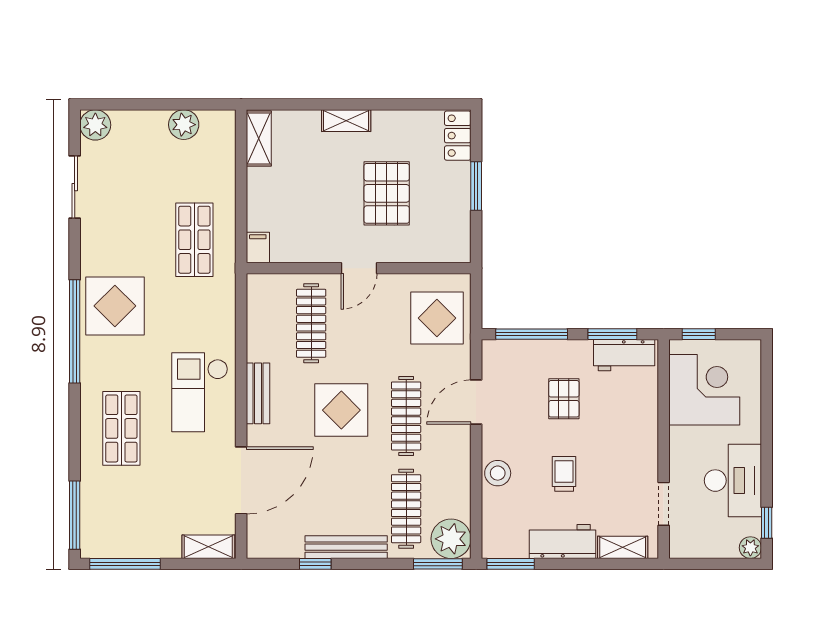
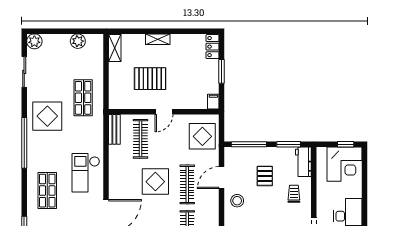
pallet: (387, 193) -> (150, 79), moved, turned 90
filing cabinet: (258, 247) -> (213, 102), moved
display table: (115, 306) -> (47, 116), moved
window: (699, 334) -> (346, 144), moved
workbench: (624, 355) -> (303, 162), moved, turned 90
corner desk: (704, 390) -> (344, 164), moved, turned 90
bench: (258, 393) -> (114, 129), moved
stool: (498, 473) -> (237, 201), moved
trolley: (564, 474) -> (294, 194), moved

